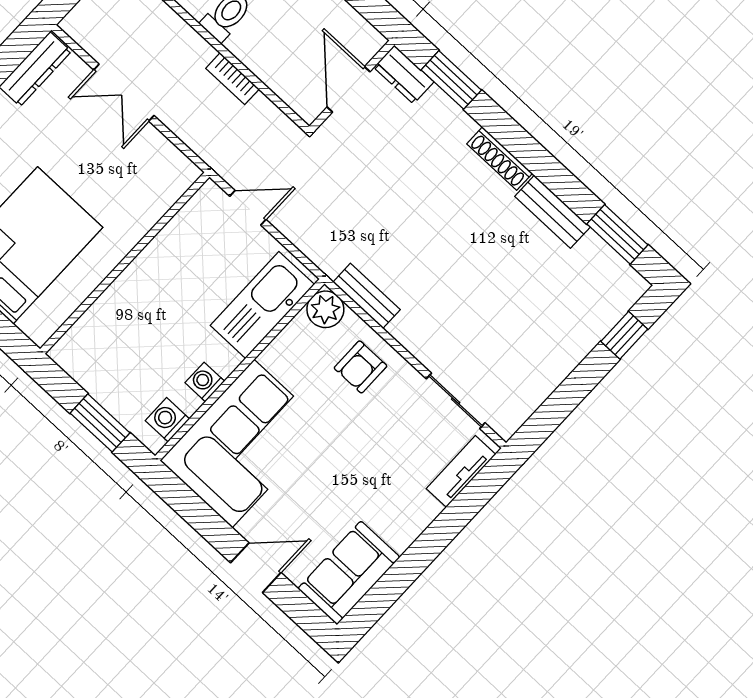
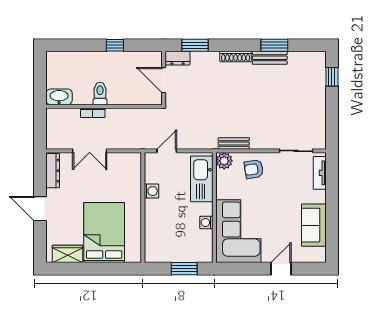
bookcase: (232, 79) -> (93, 113), moved
window: (617, 234) -> (274, 45), moved
armchair: (361, 367) -> (254, 169), turned 81
washing machine: (167, 420) -> (151, 191), moved, turned 180
sofa: (349, 573) -> (314, 225), moved

